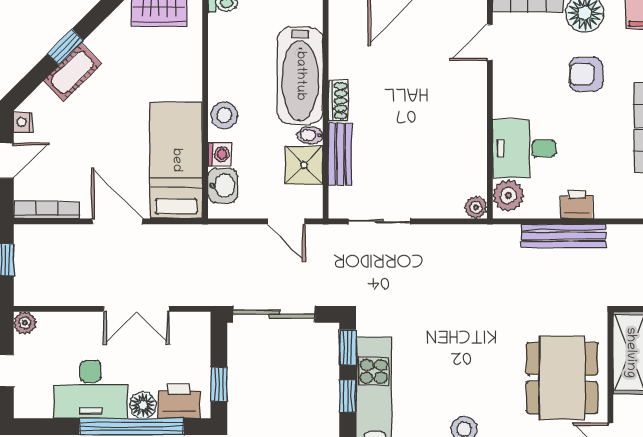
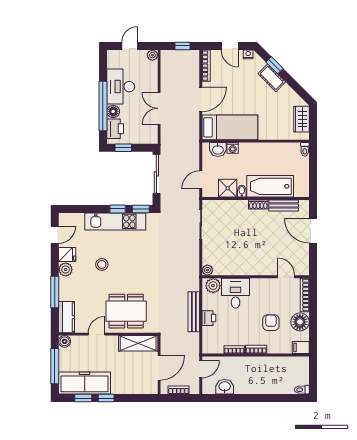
window: (65, 47) -> (275, 65), moved
stool: (224, 115) -> (251, 150), removed
bench: (340, 154) -> (284, 205), moved

